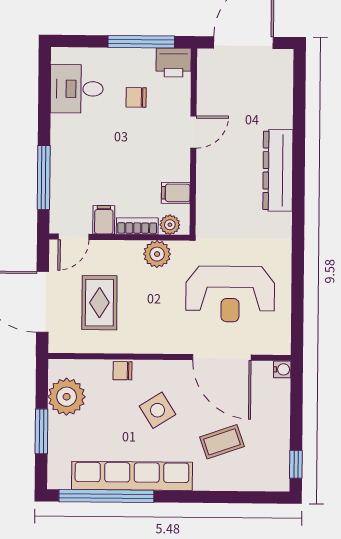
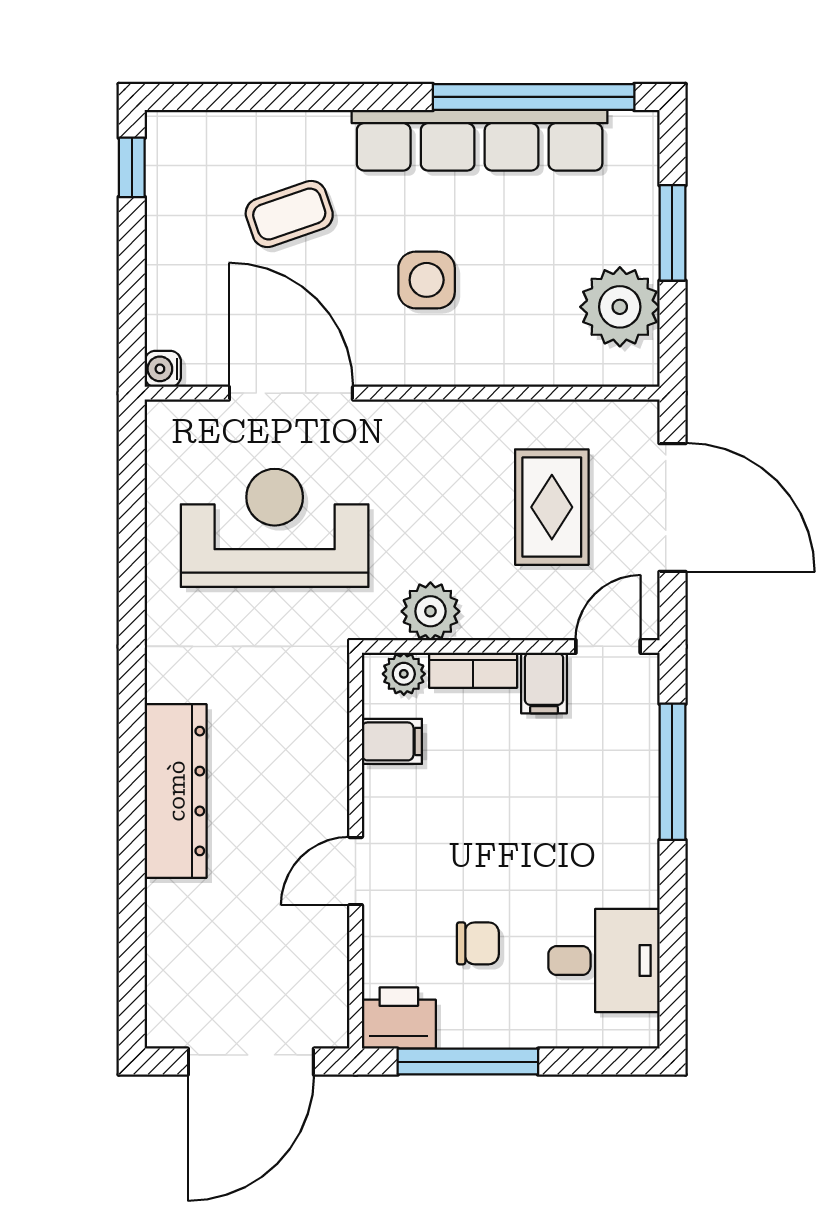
chair: (123, 371) -> (502, 363), removed
side table: (158, 410) -> (427, 280), turned 32

